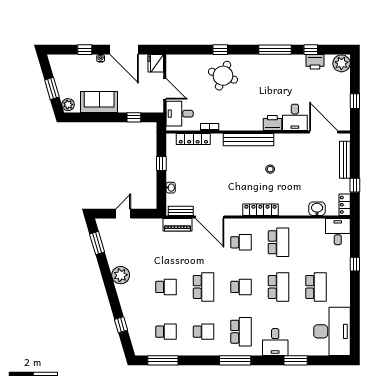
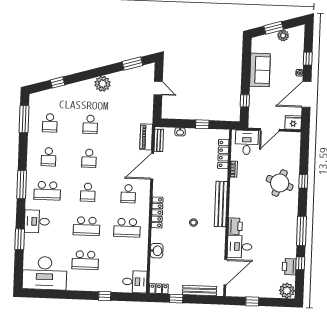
plant: (68, 105) -> (283, 36), moved
washbasin: (317, 209) -> (157, 251), moved
school desk: (203, 287) -> (89, 158), width x0.54

